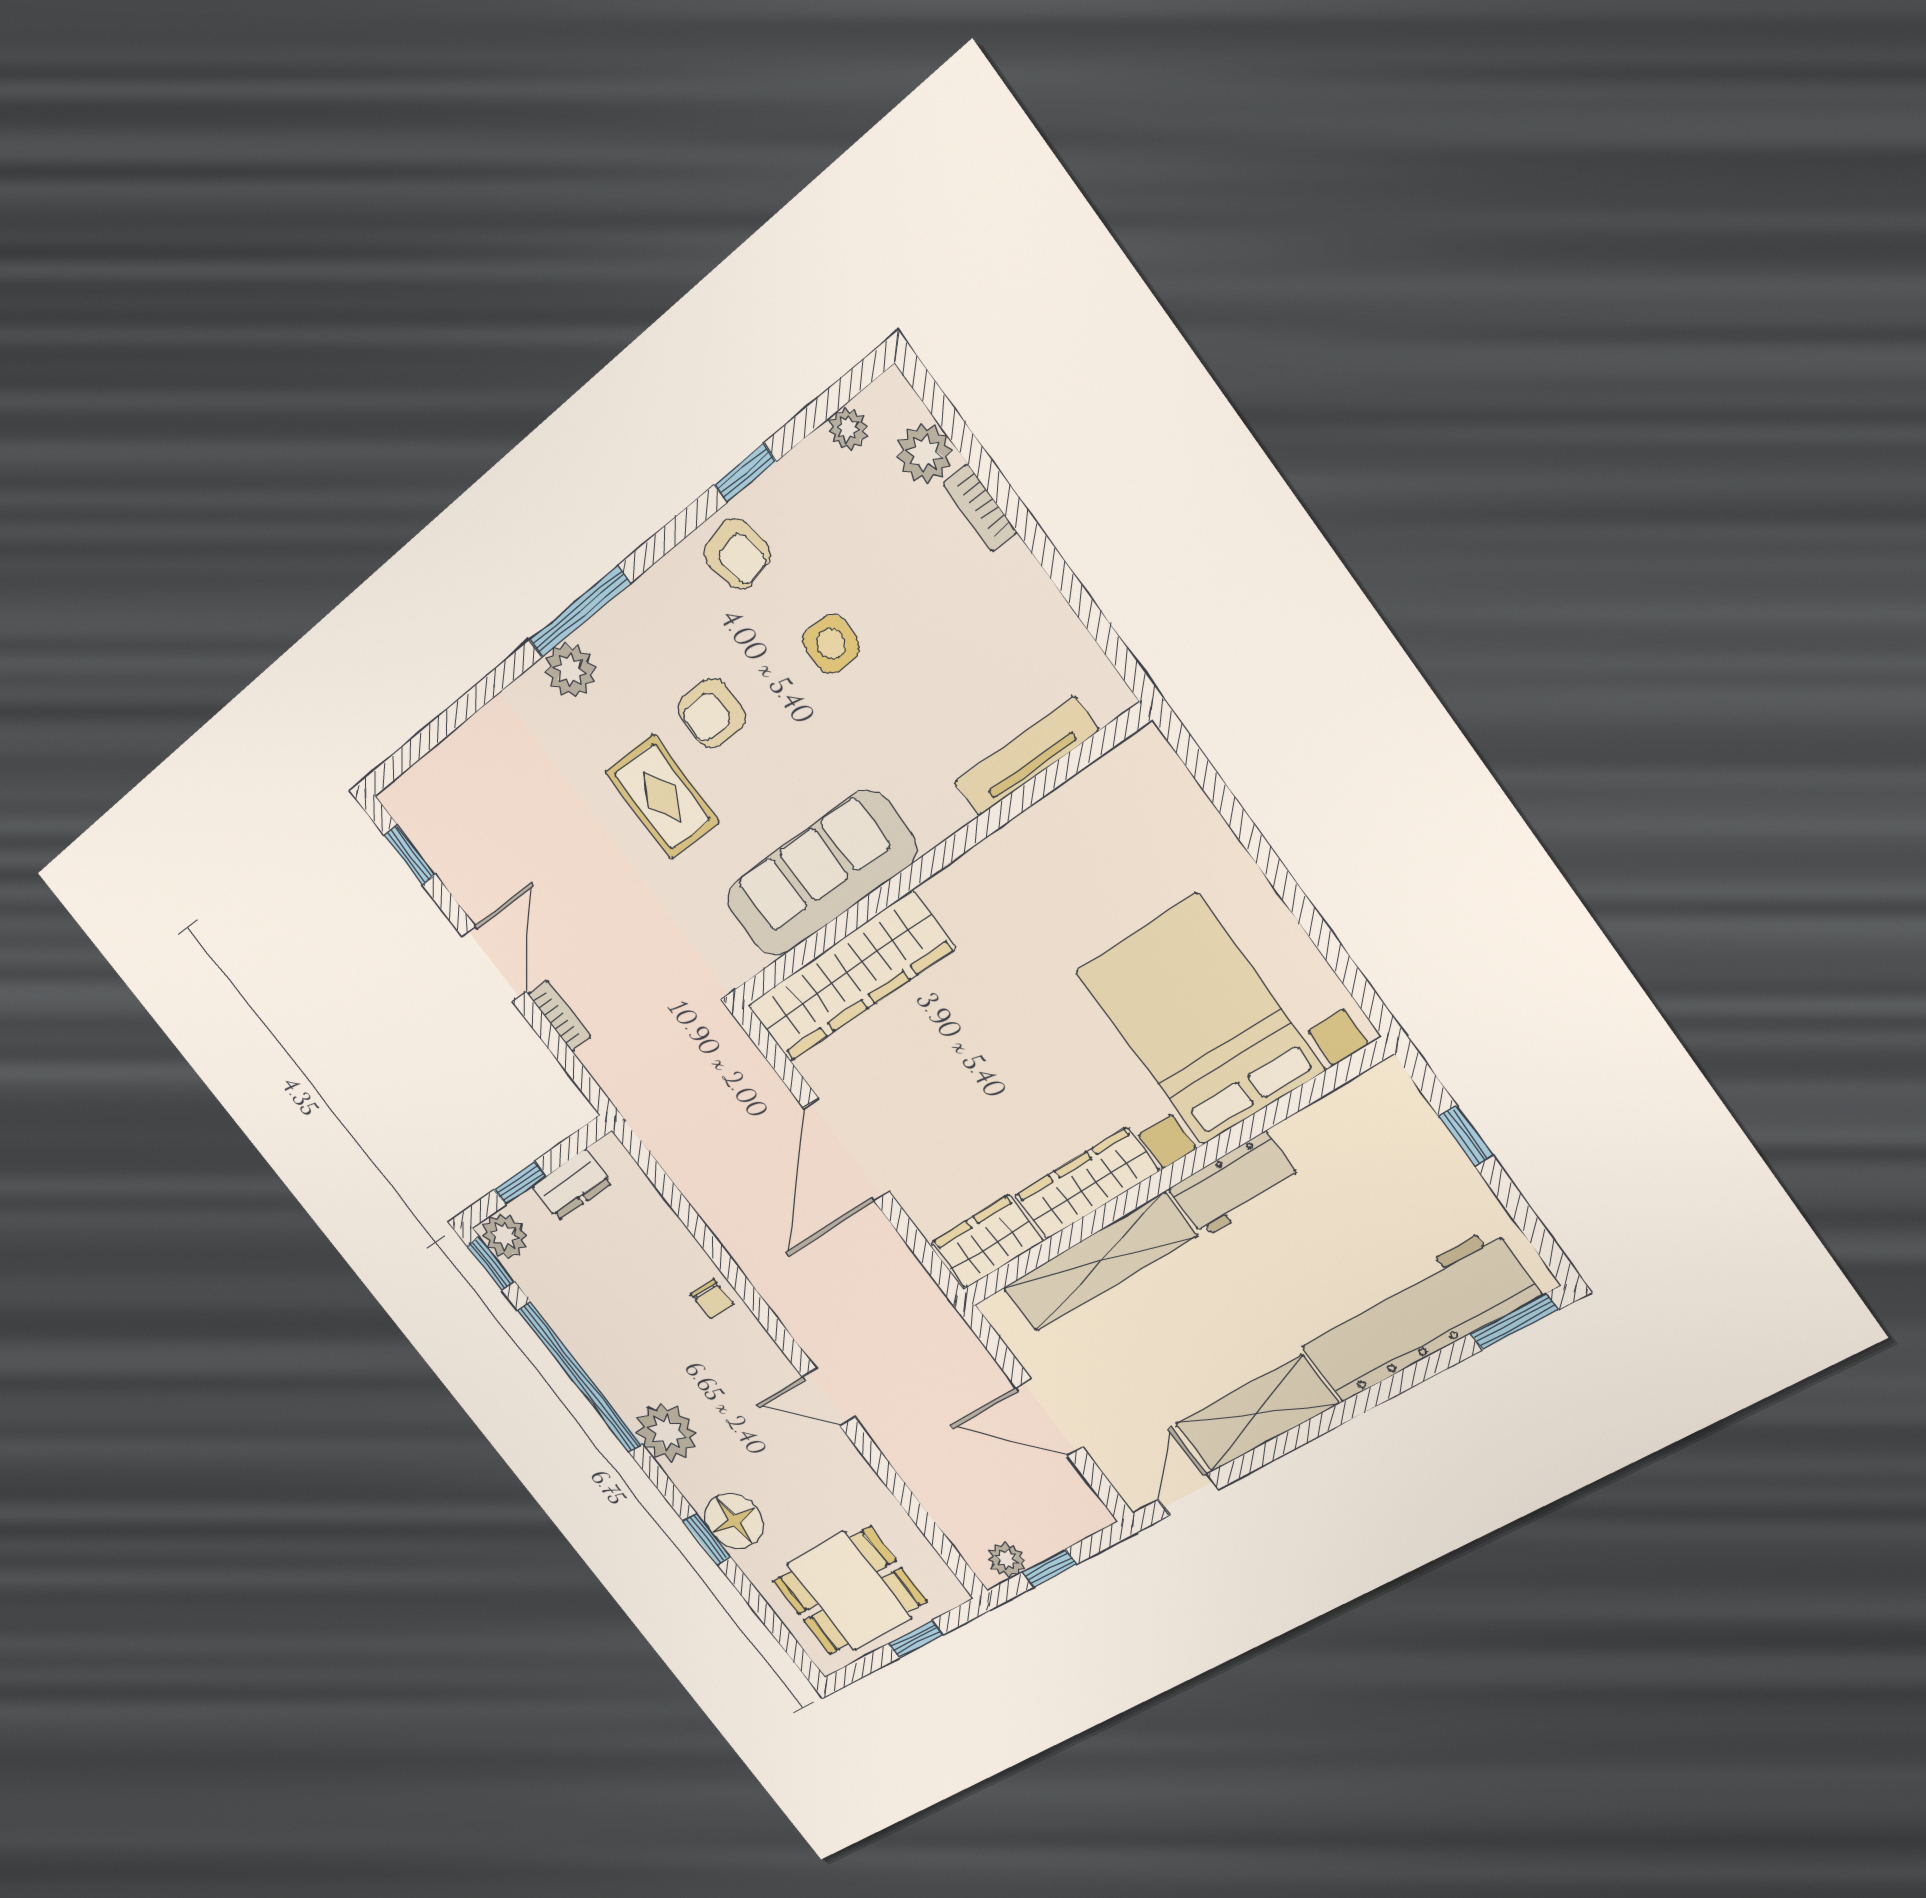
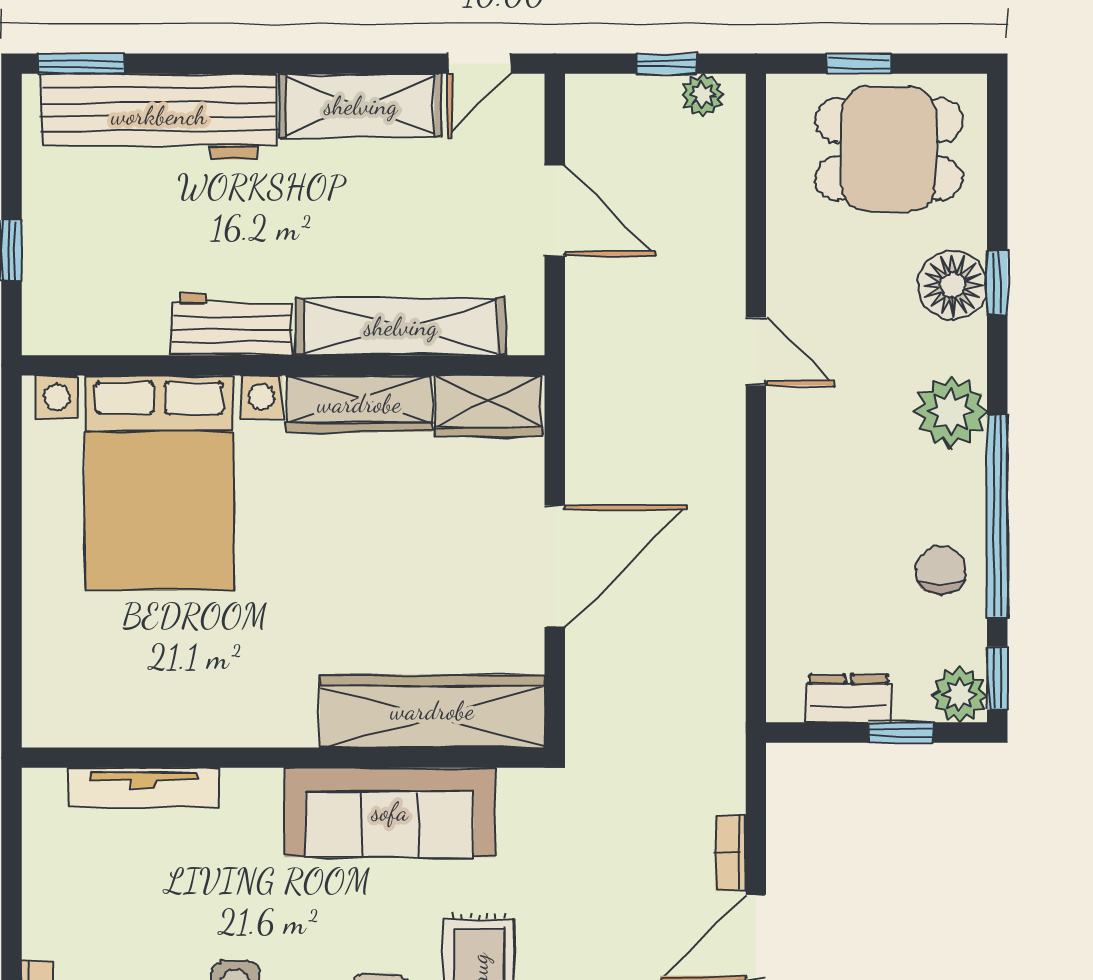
chair: (712, 1299) -> (941, 571), moved, width x1.37, depth x1.37

